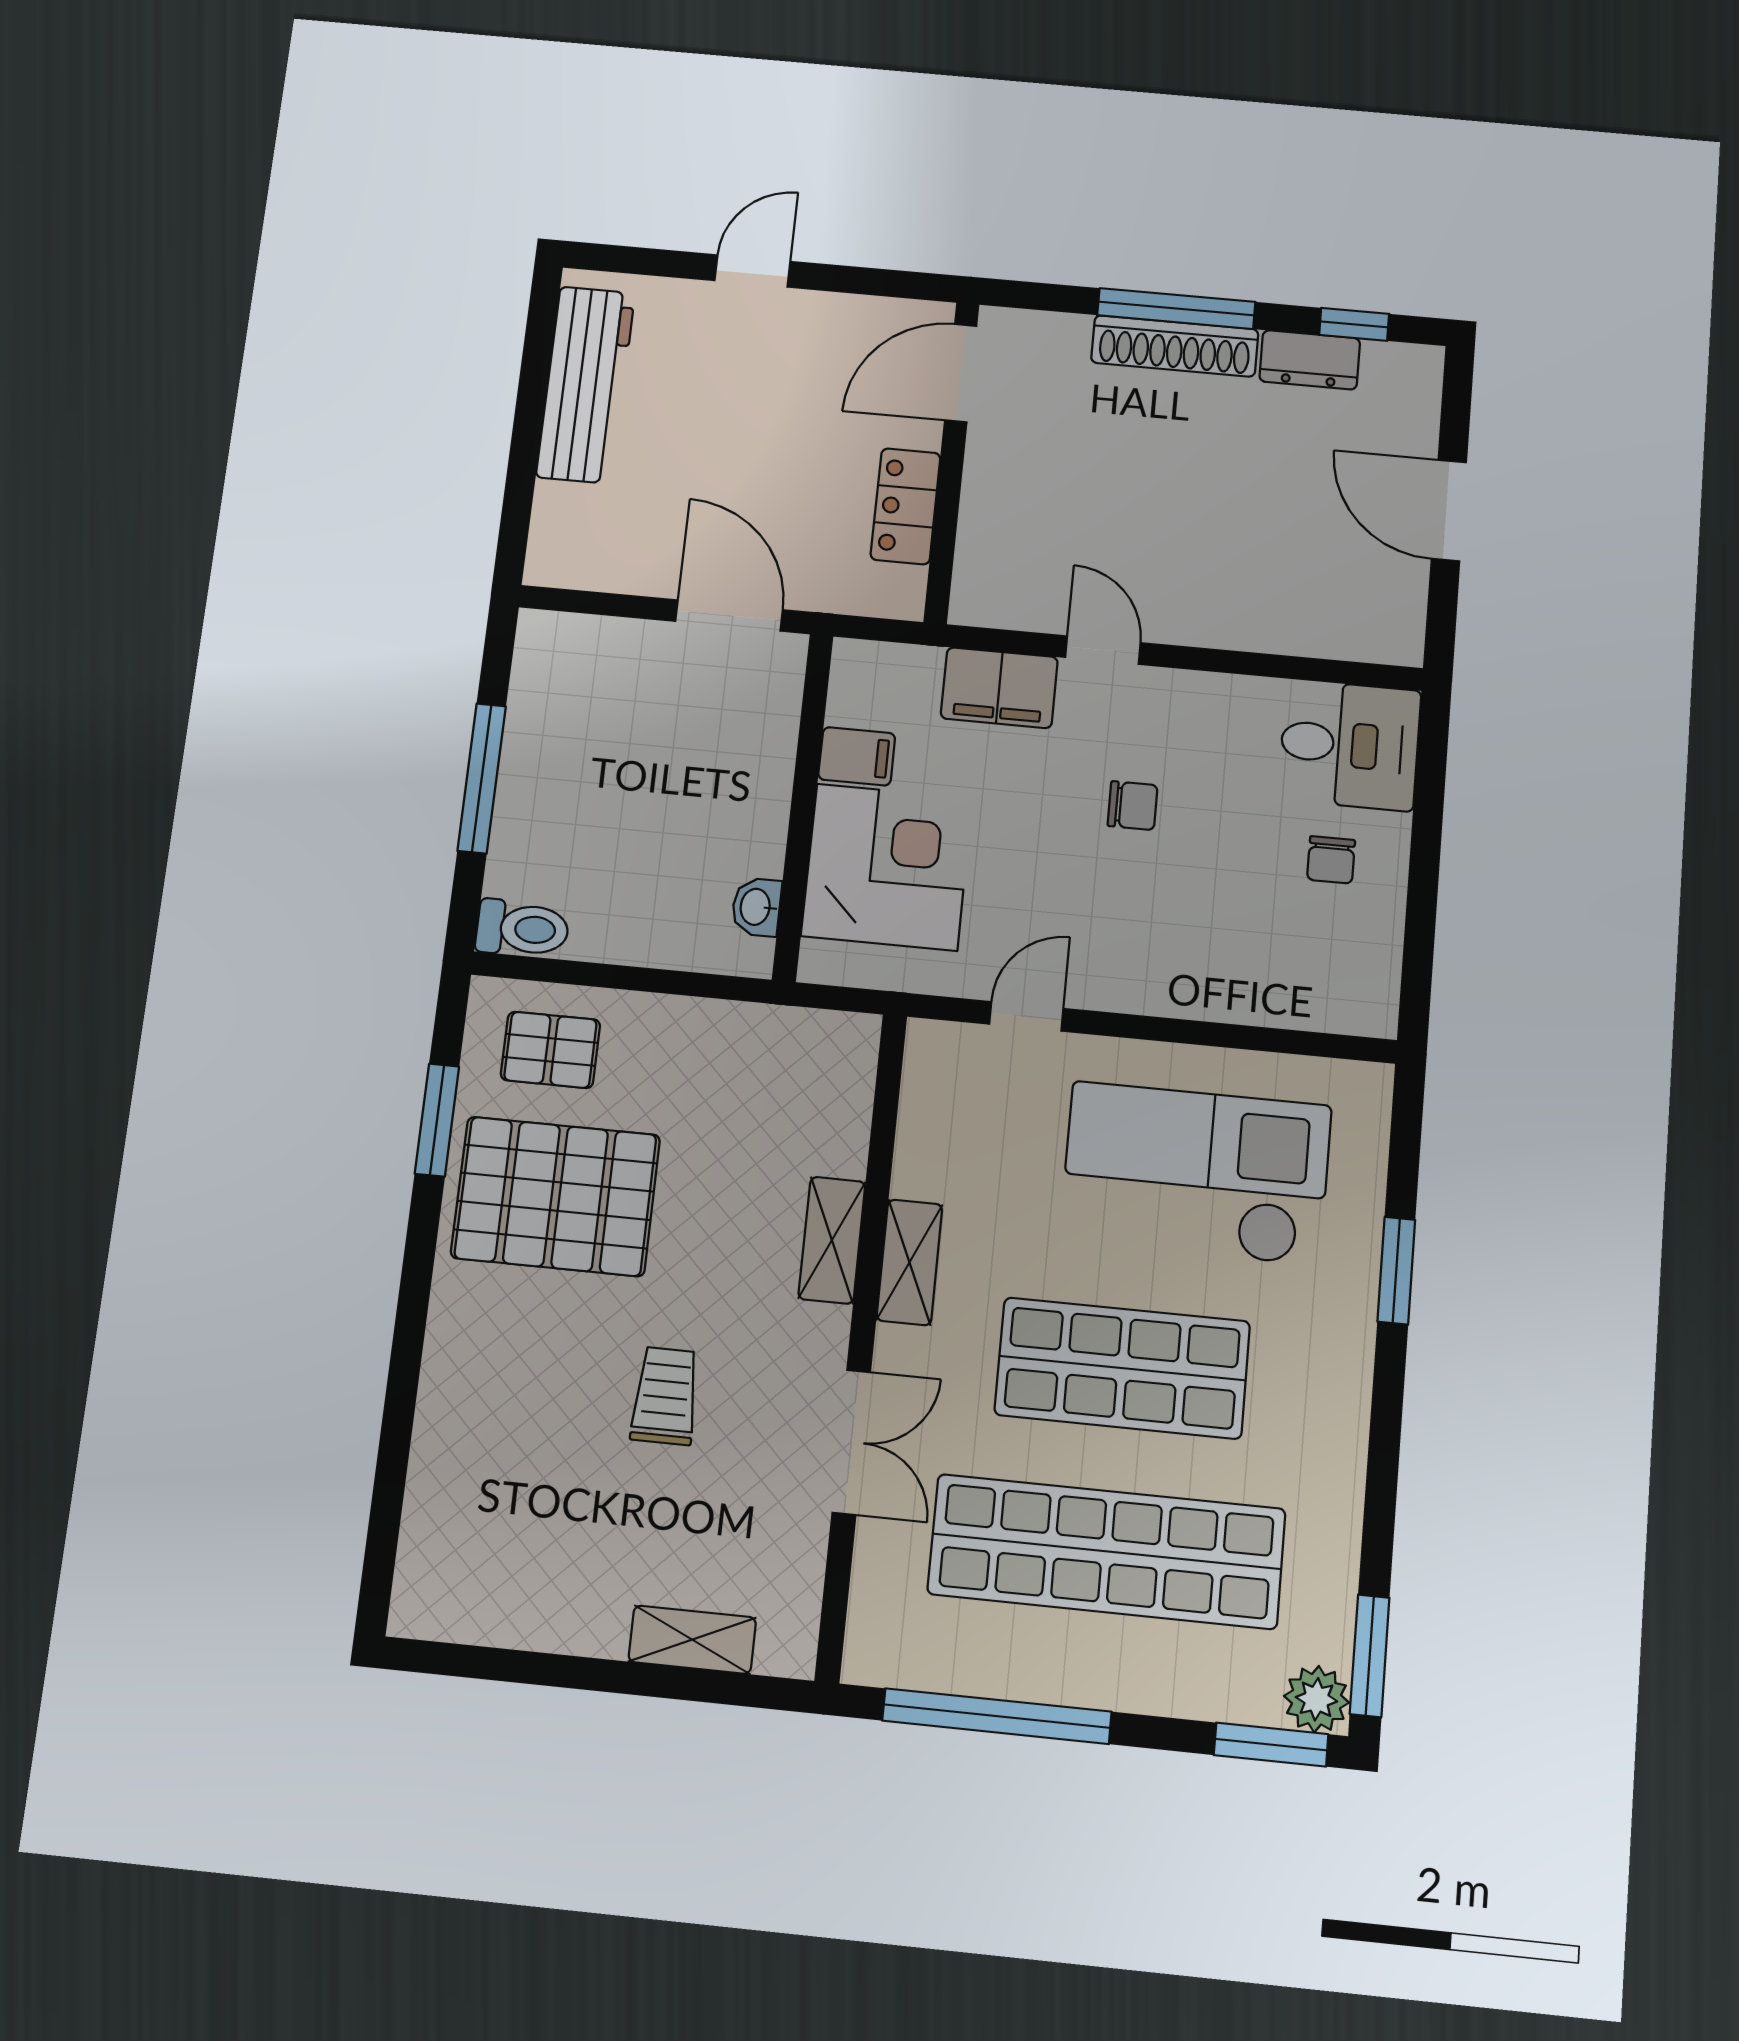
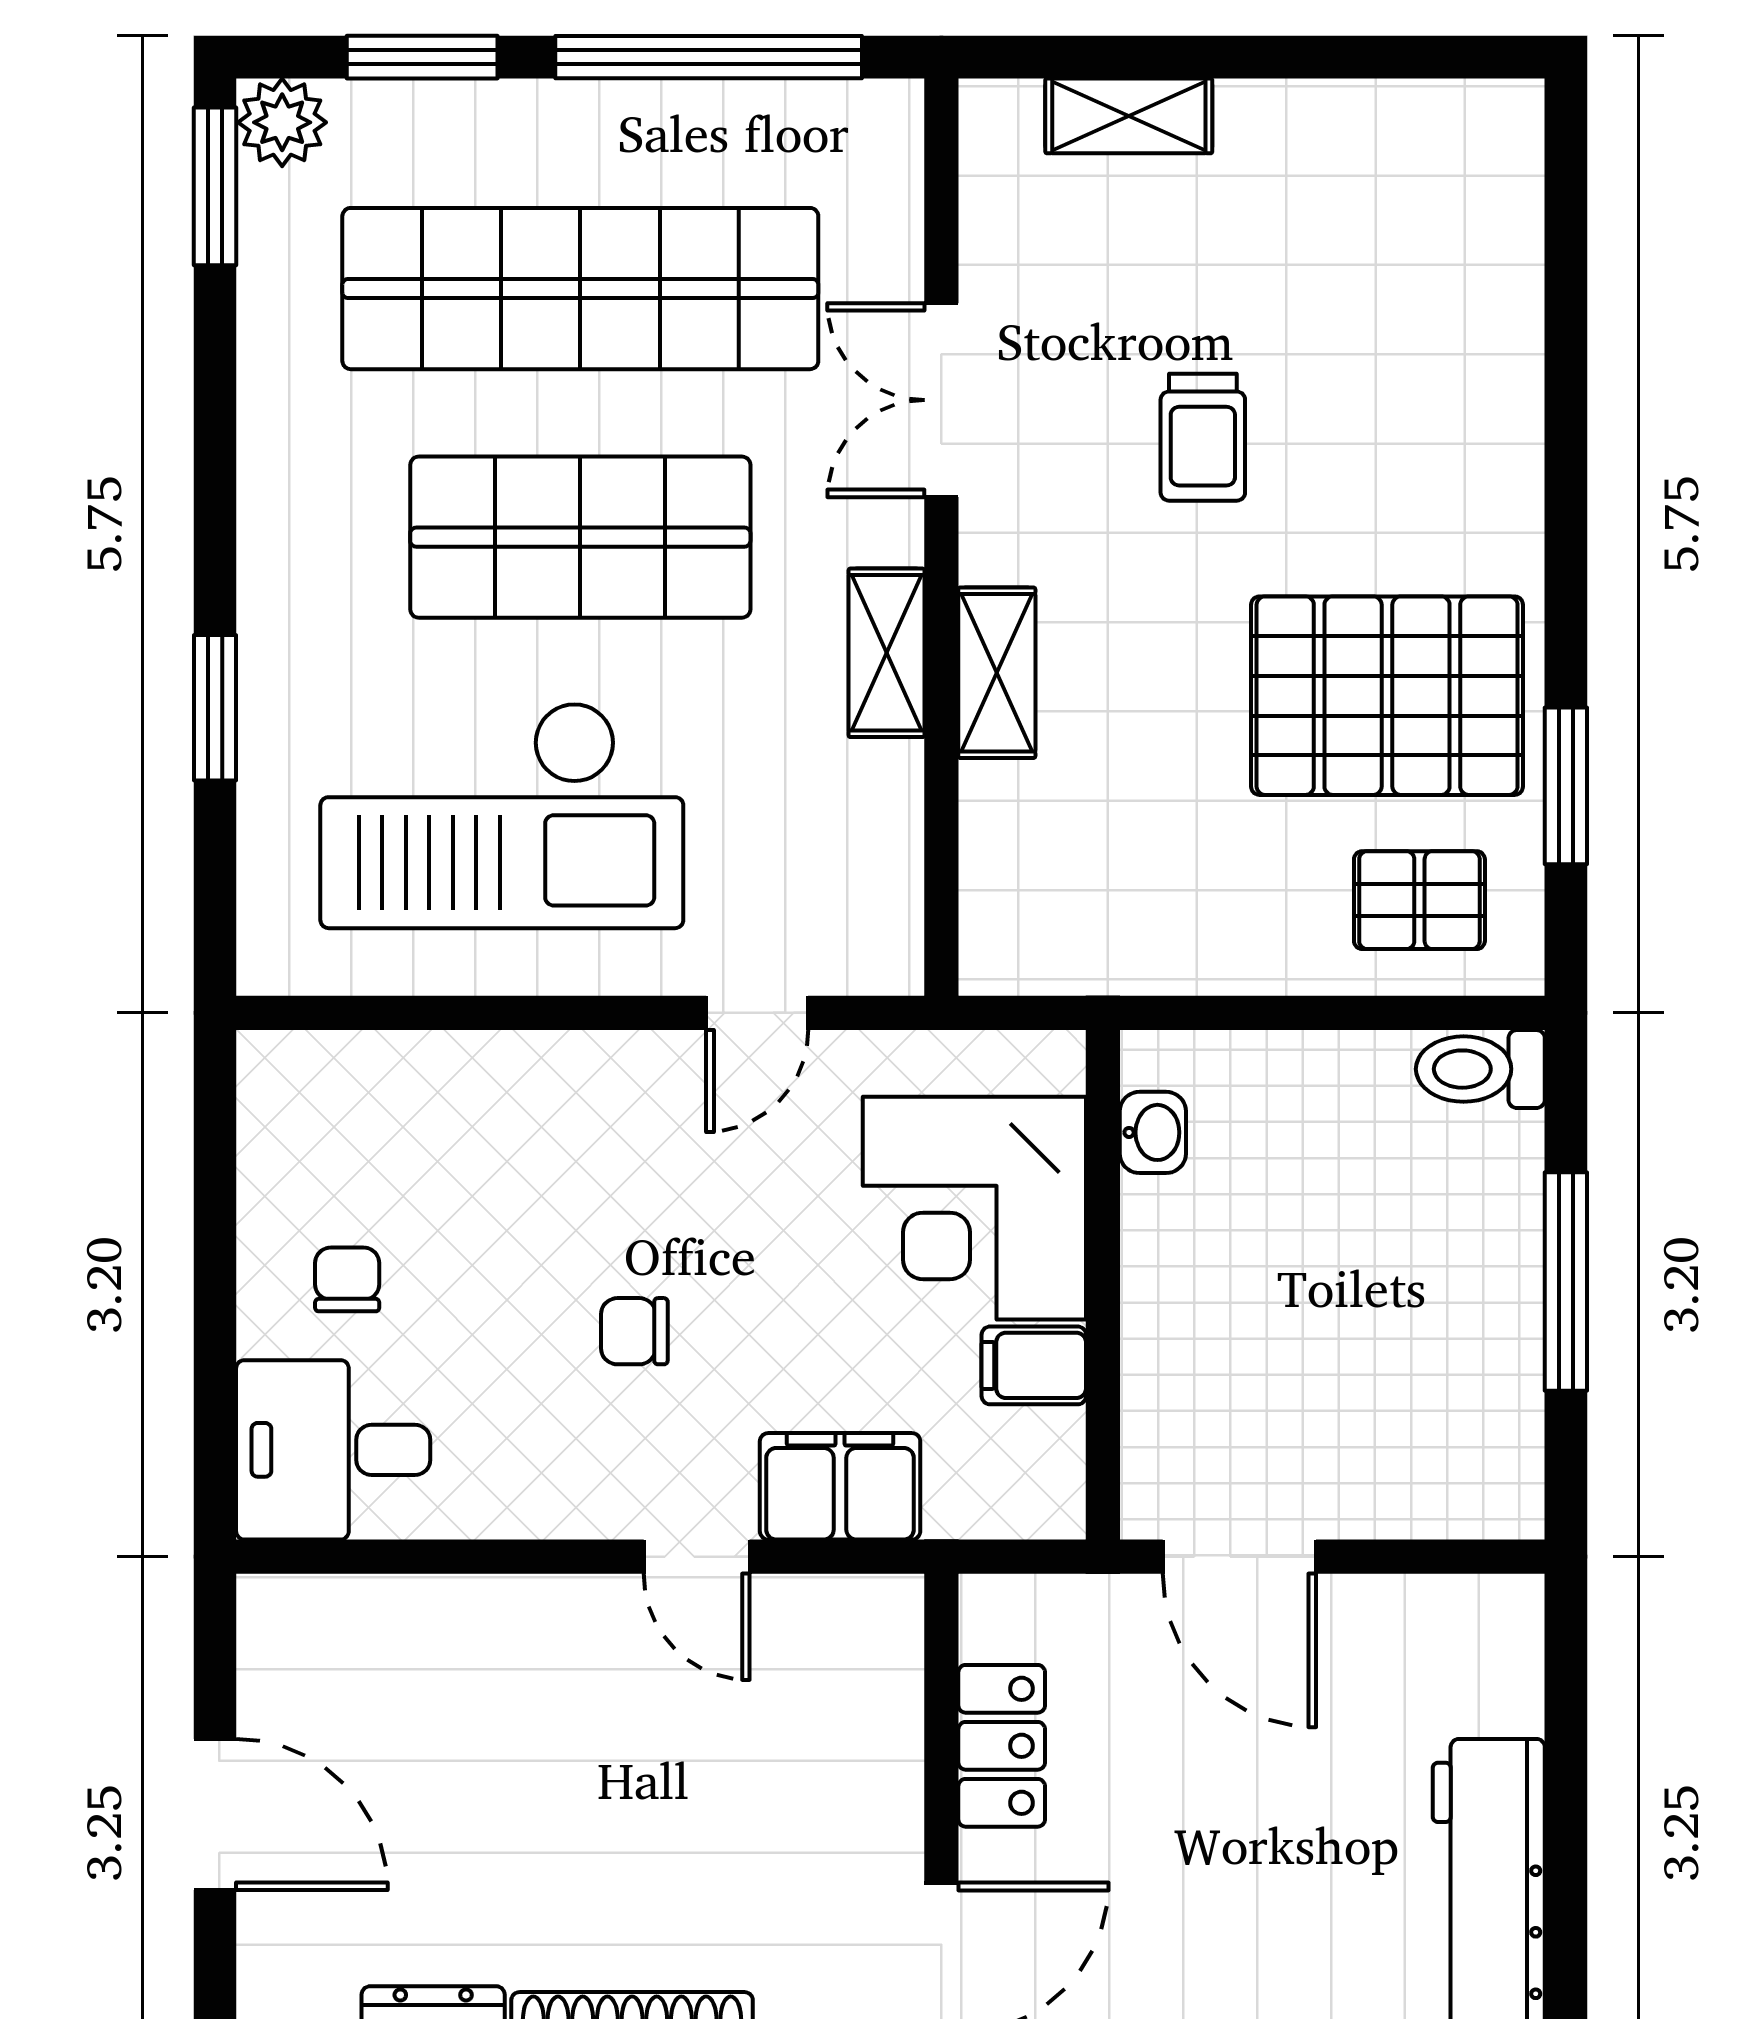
window: (1271, 1745) -> (422, 57), moved

